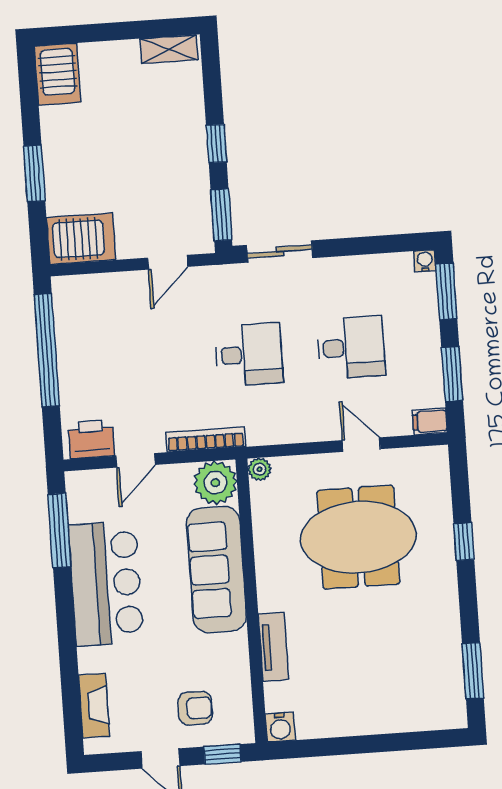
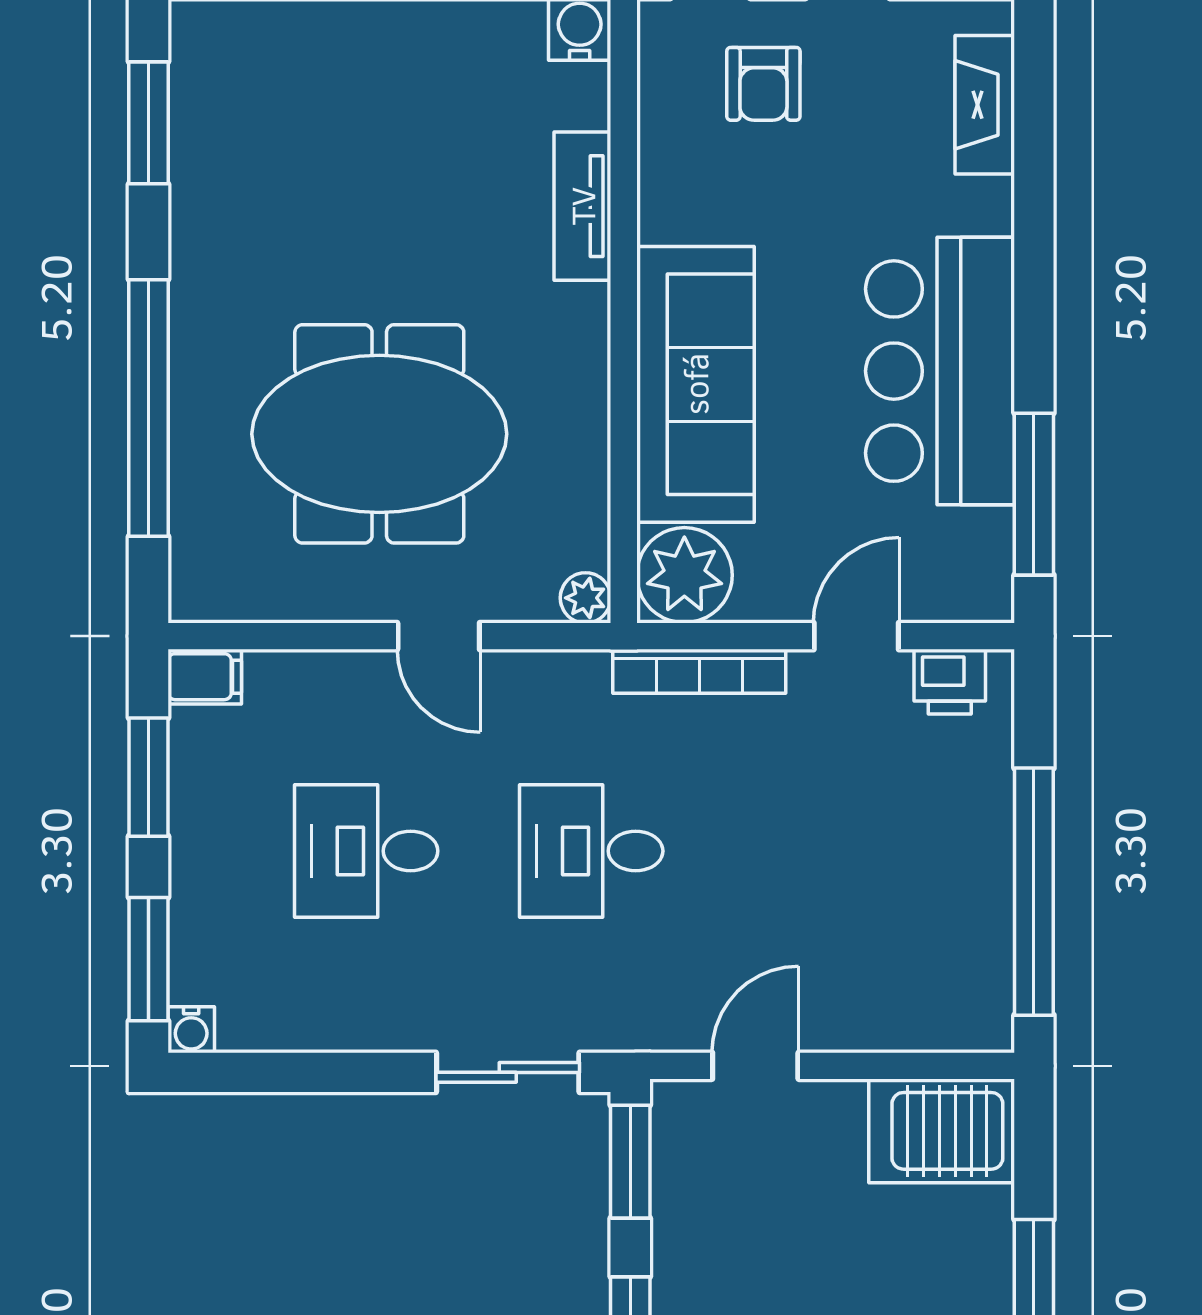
printer: (91, 439) -> (950, 682), width x0.73, depth x0.81
door: (361, 445) -> (439, 636), moved
window: (464, 542) -> (148, 408), width x3.17
armchair: (195, 708) -> (763, 84), turned -90

